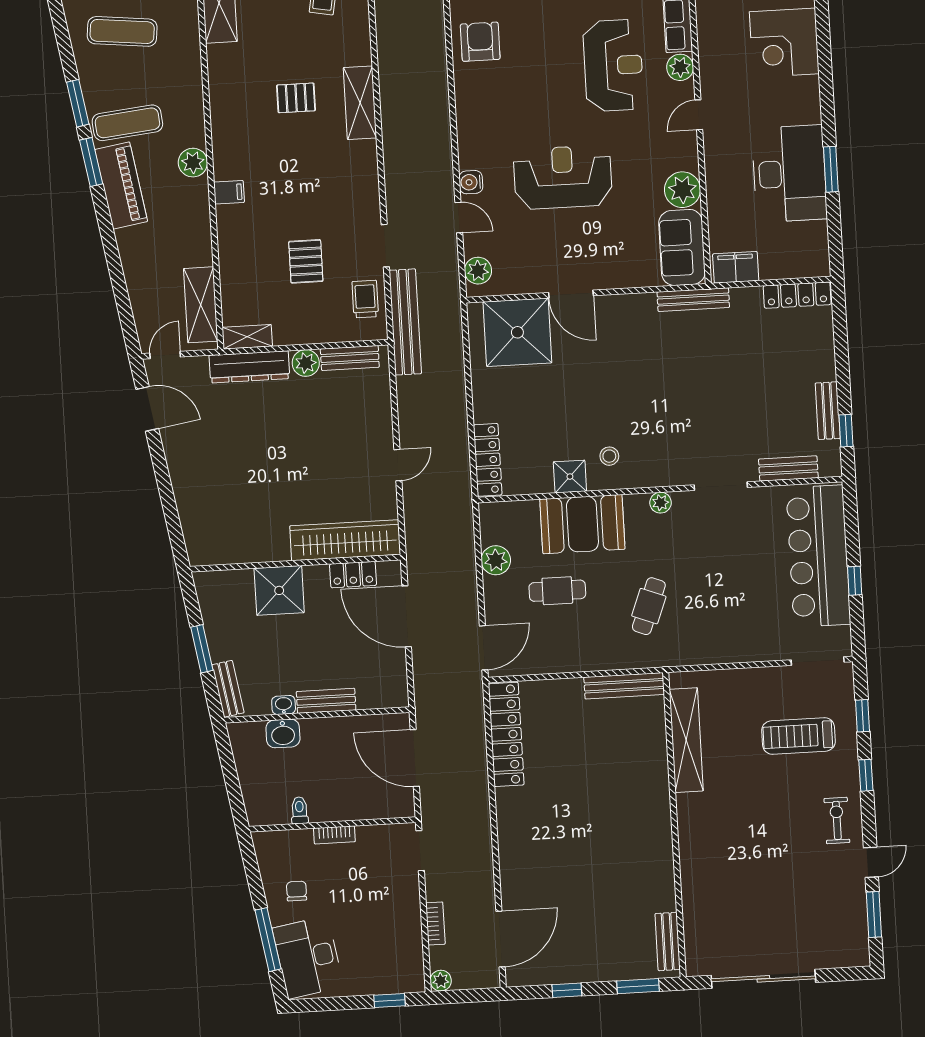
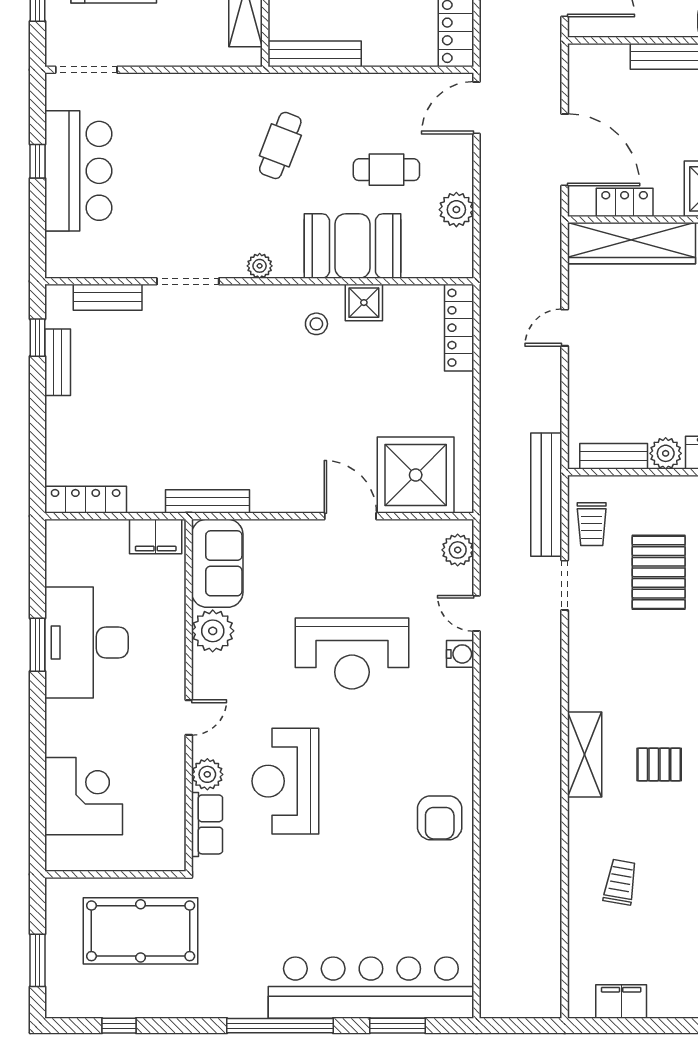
pallet: (306, 261) -> (659, 572), width x1.50, depth x1.42
bar counter: (818, 556) -> (78, 171), width x0.73

